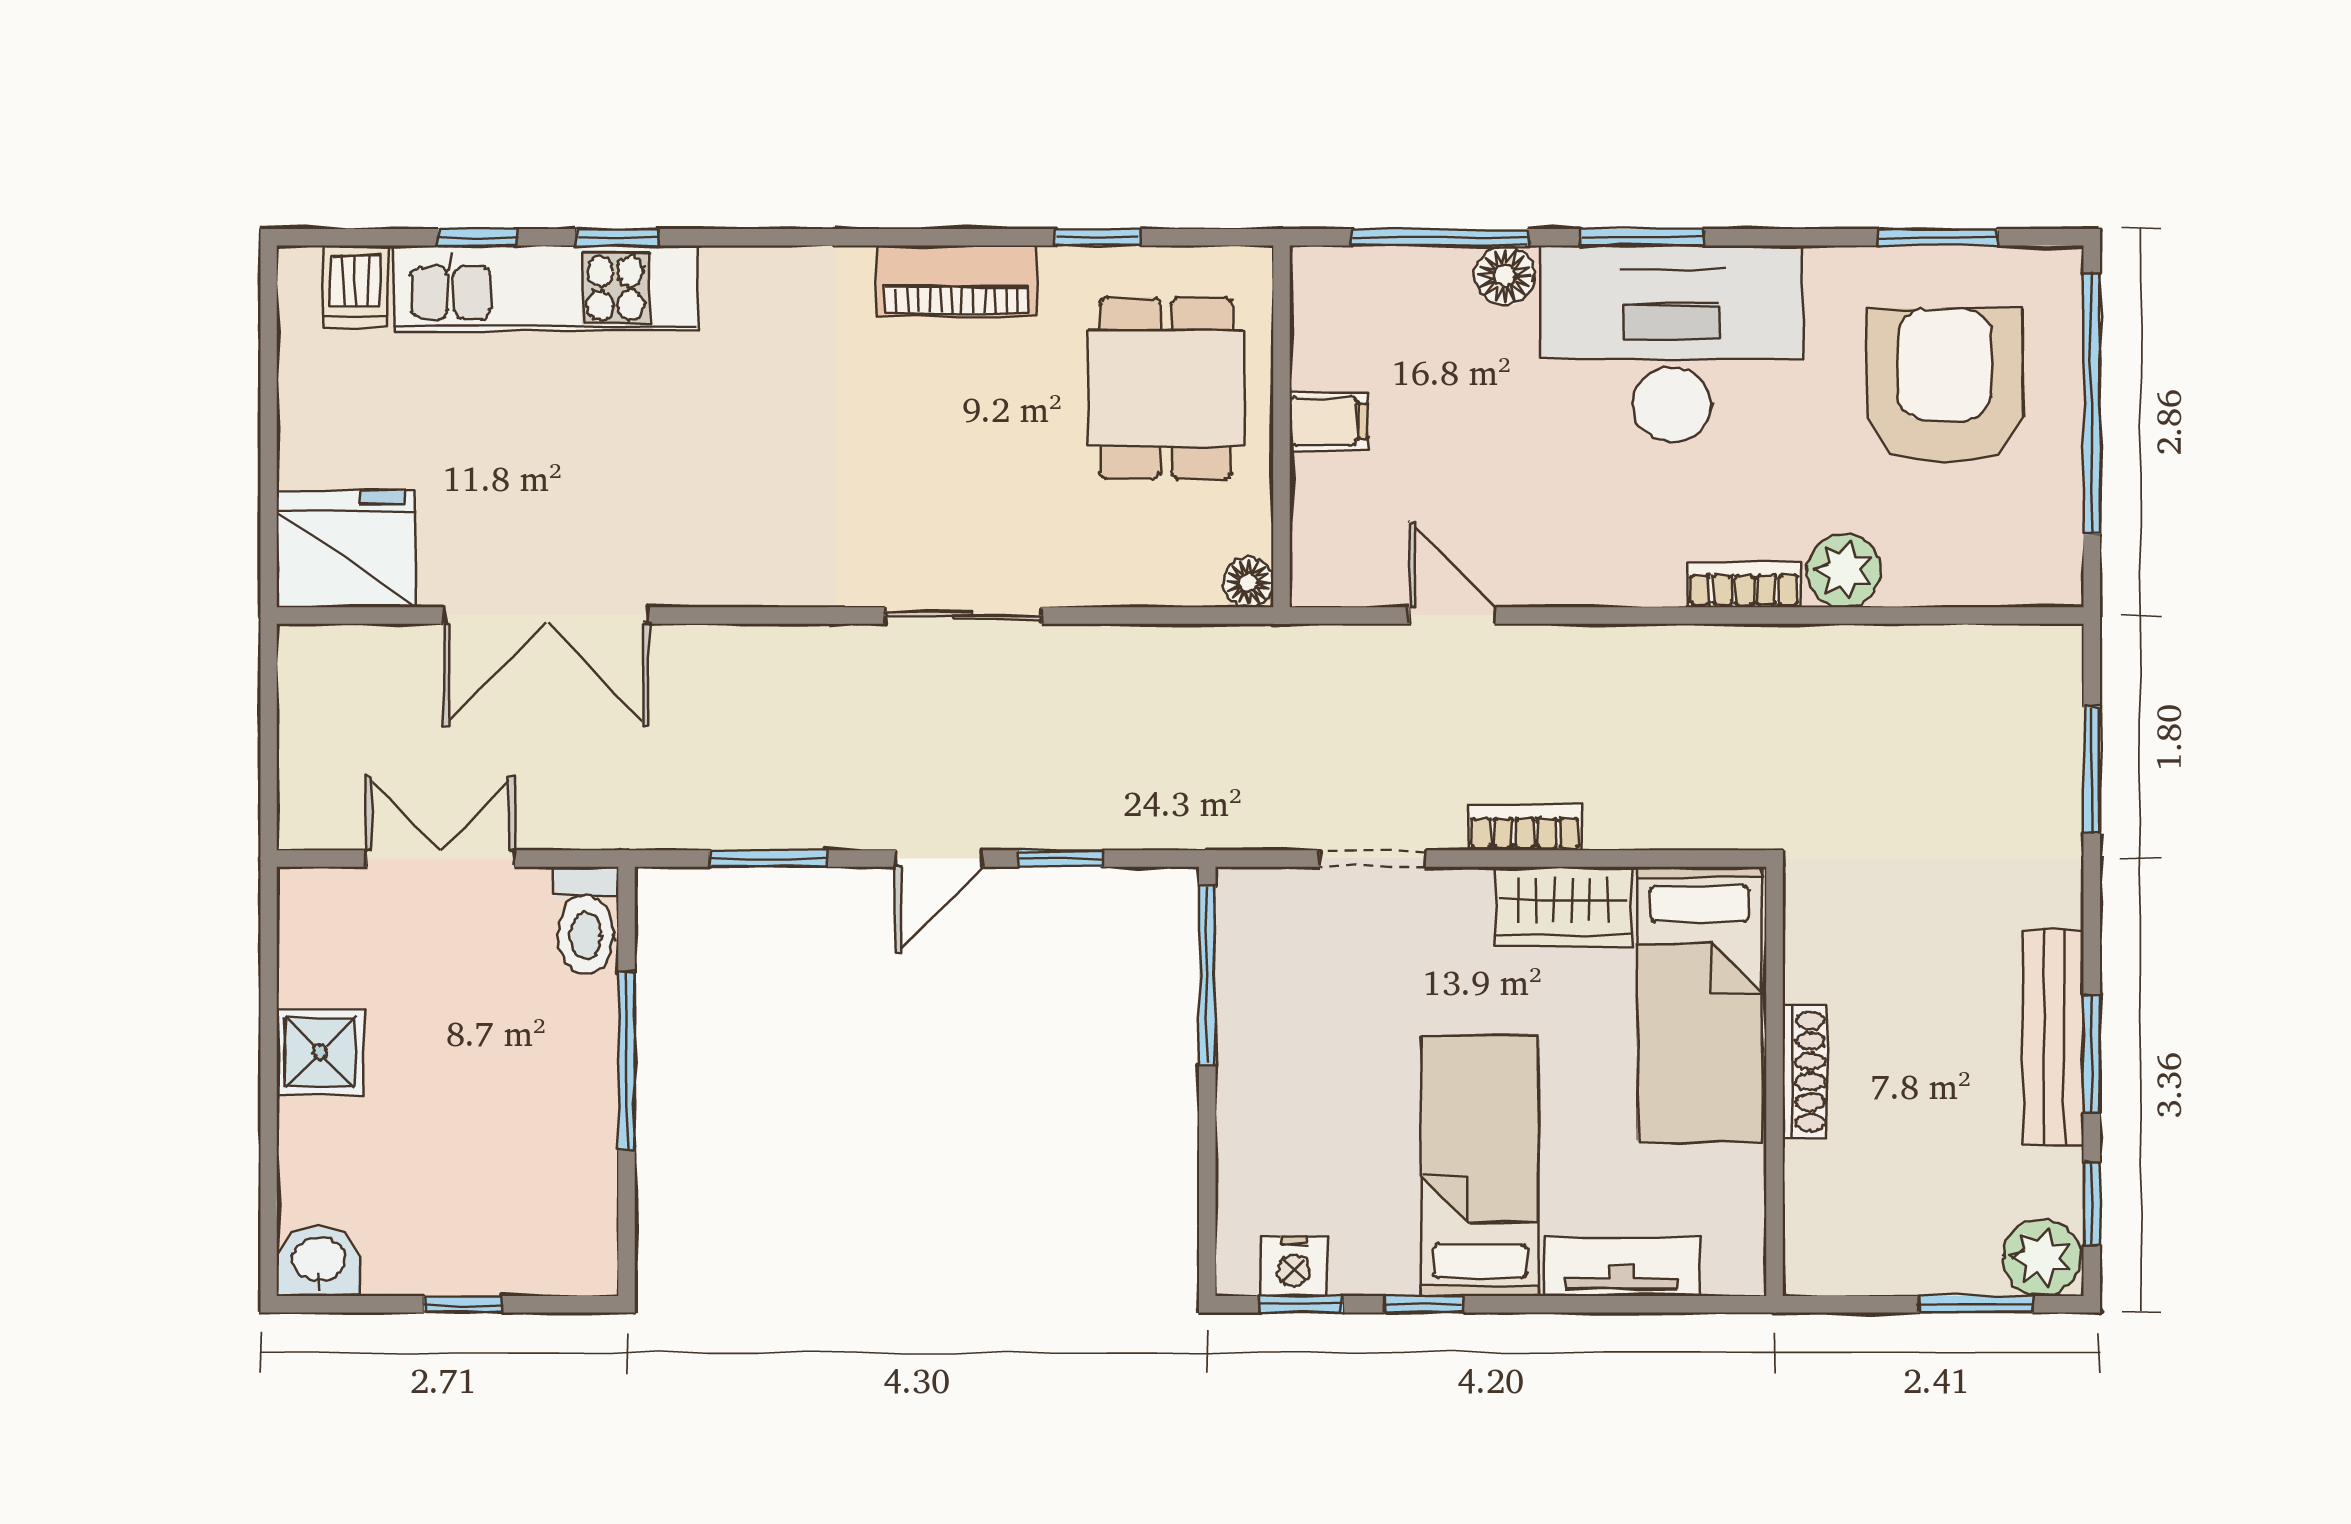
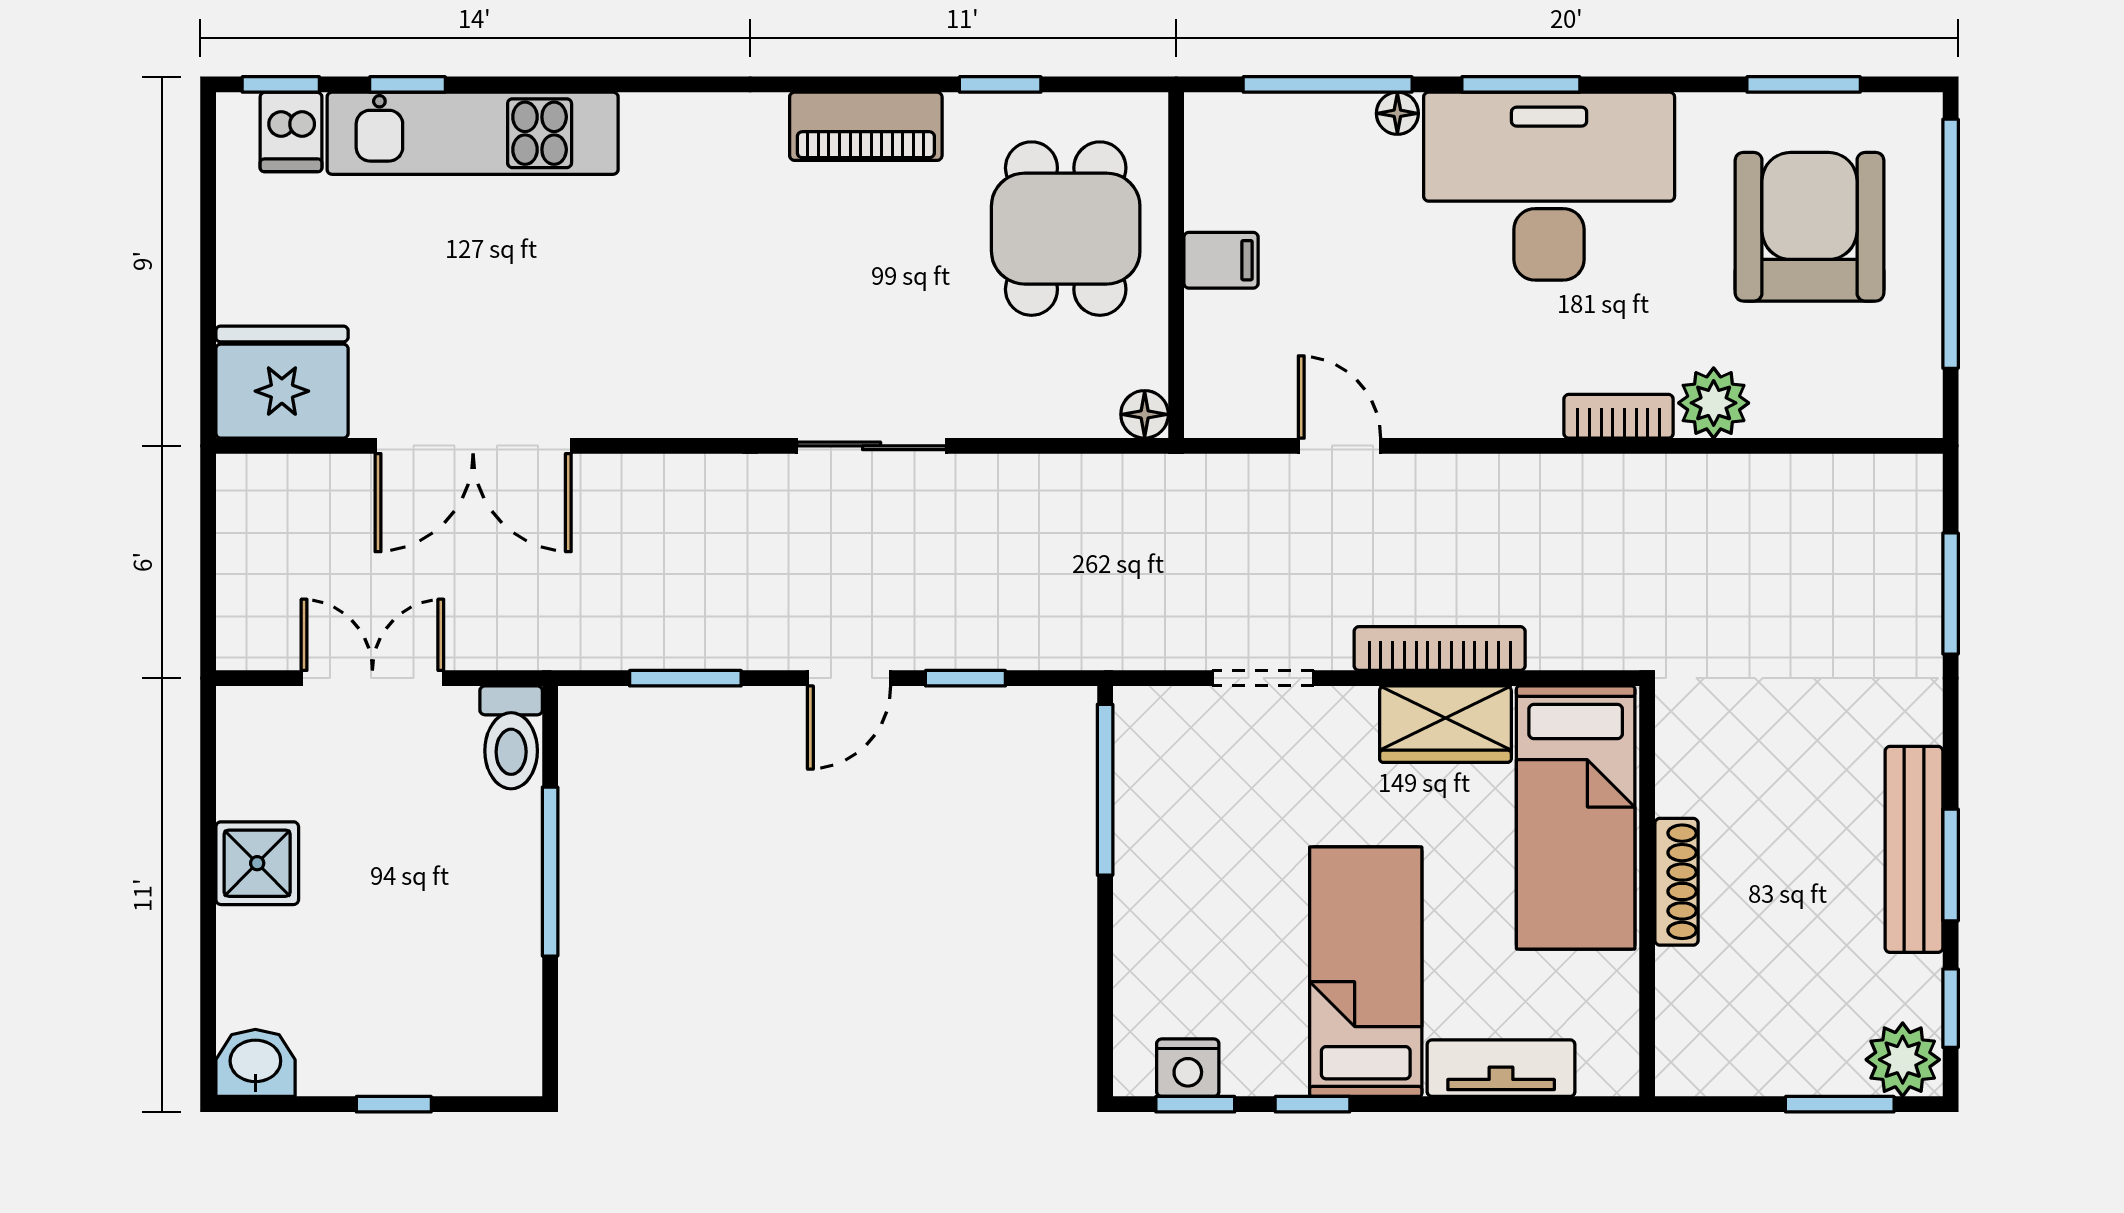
window: (617, 237) -> (281, 84), moved
floor lamp: (1505, 276) -> (1397, 113), width x0.73, depth x0.73
bookcase: (1525, 827) -> (1440, 649), width x1.56

